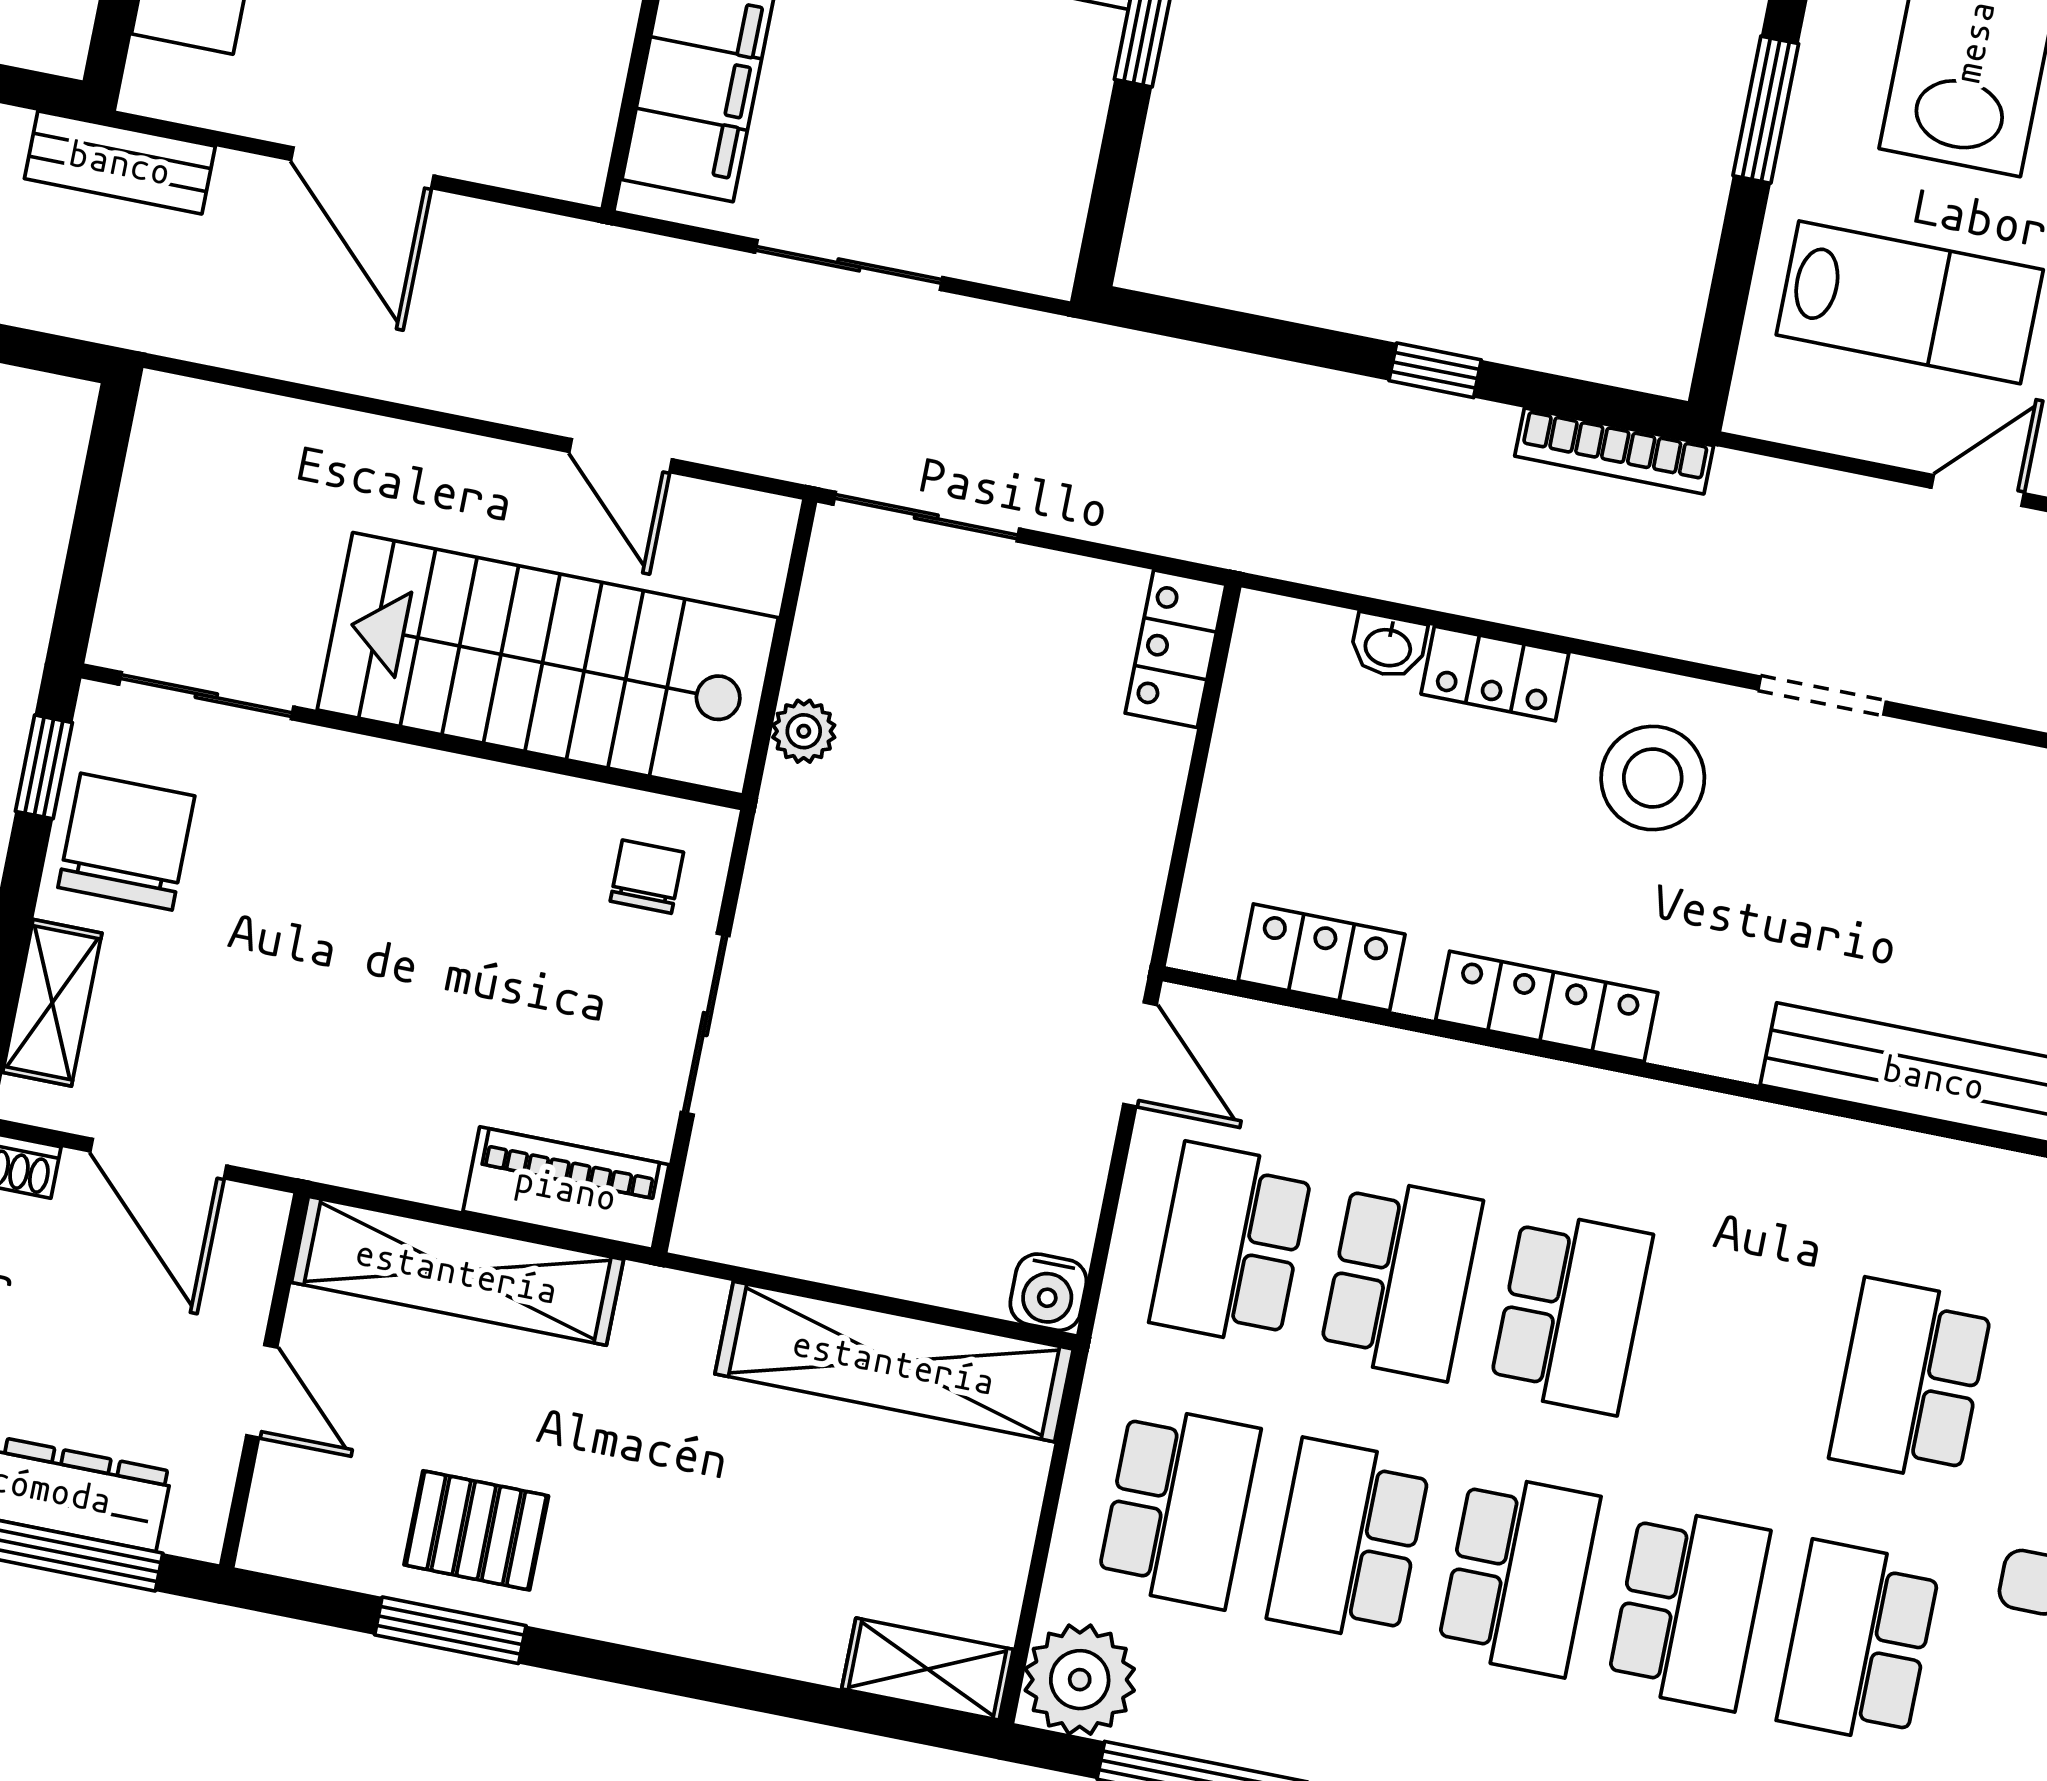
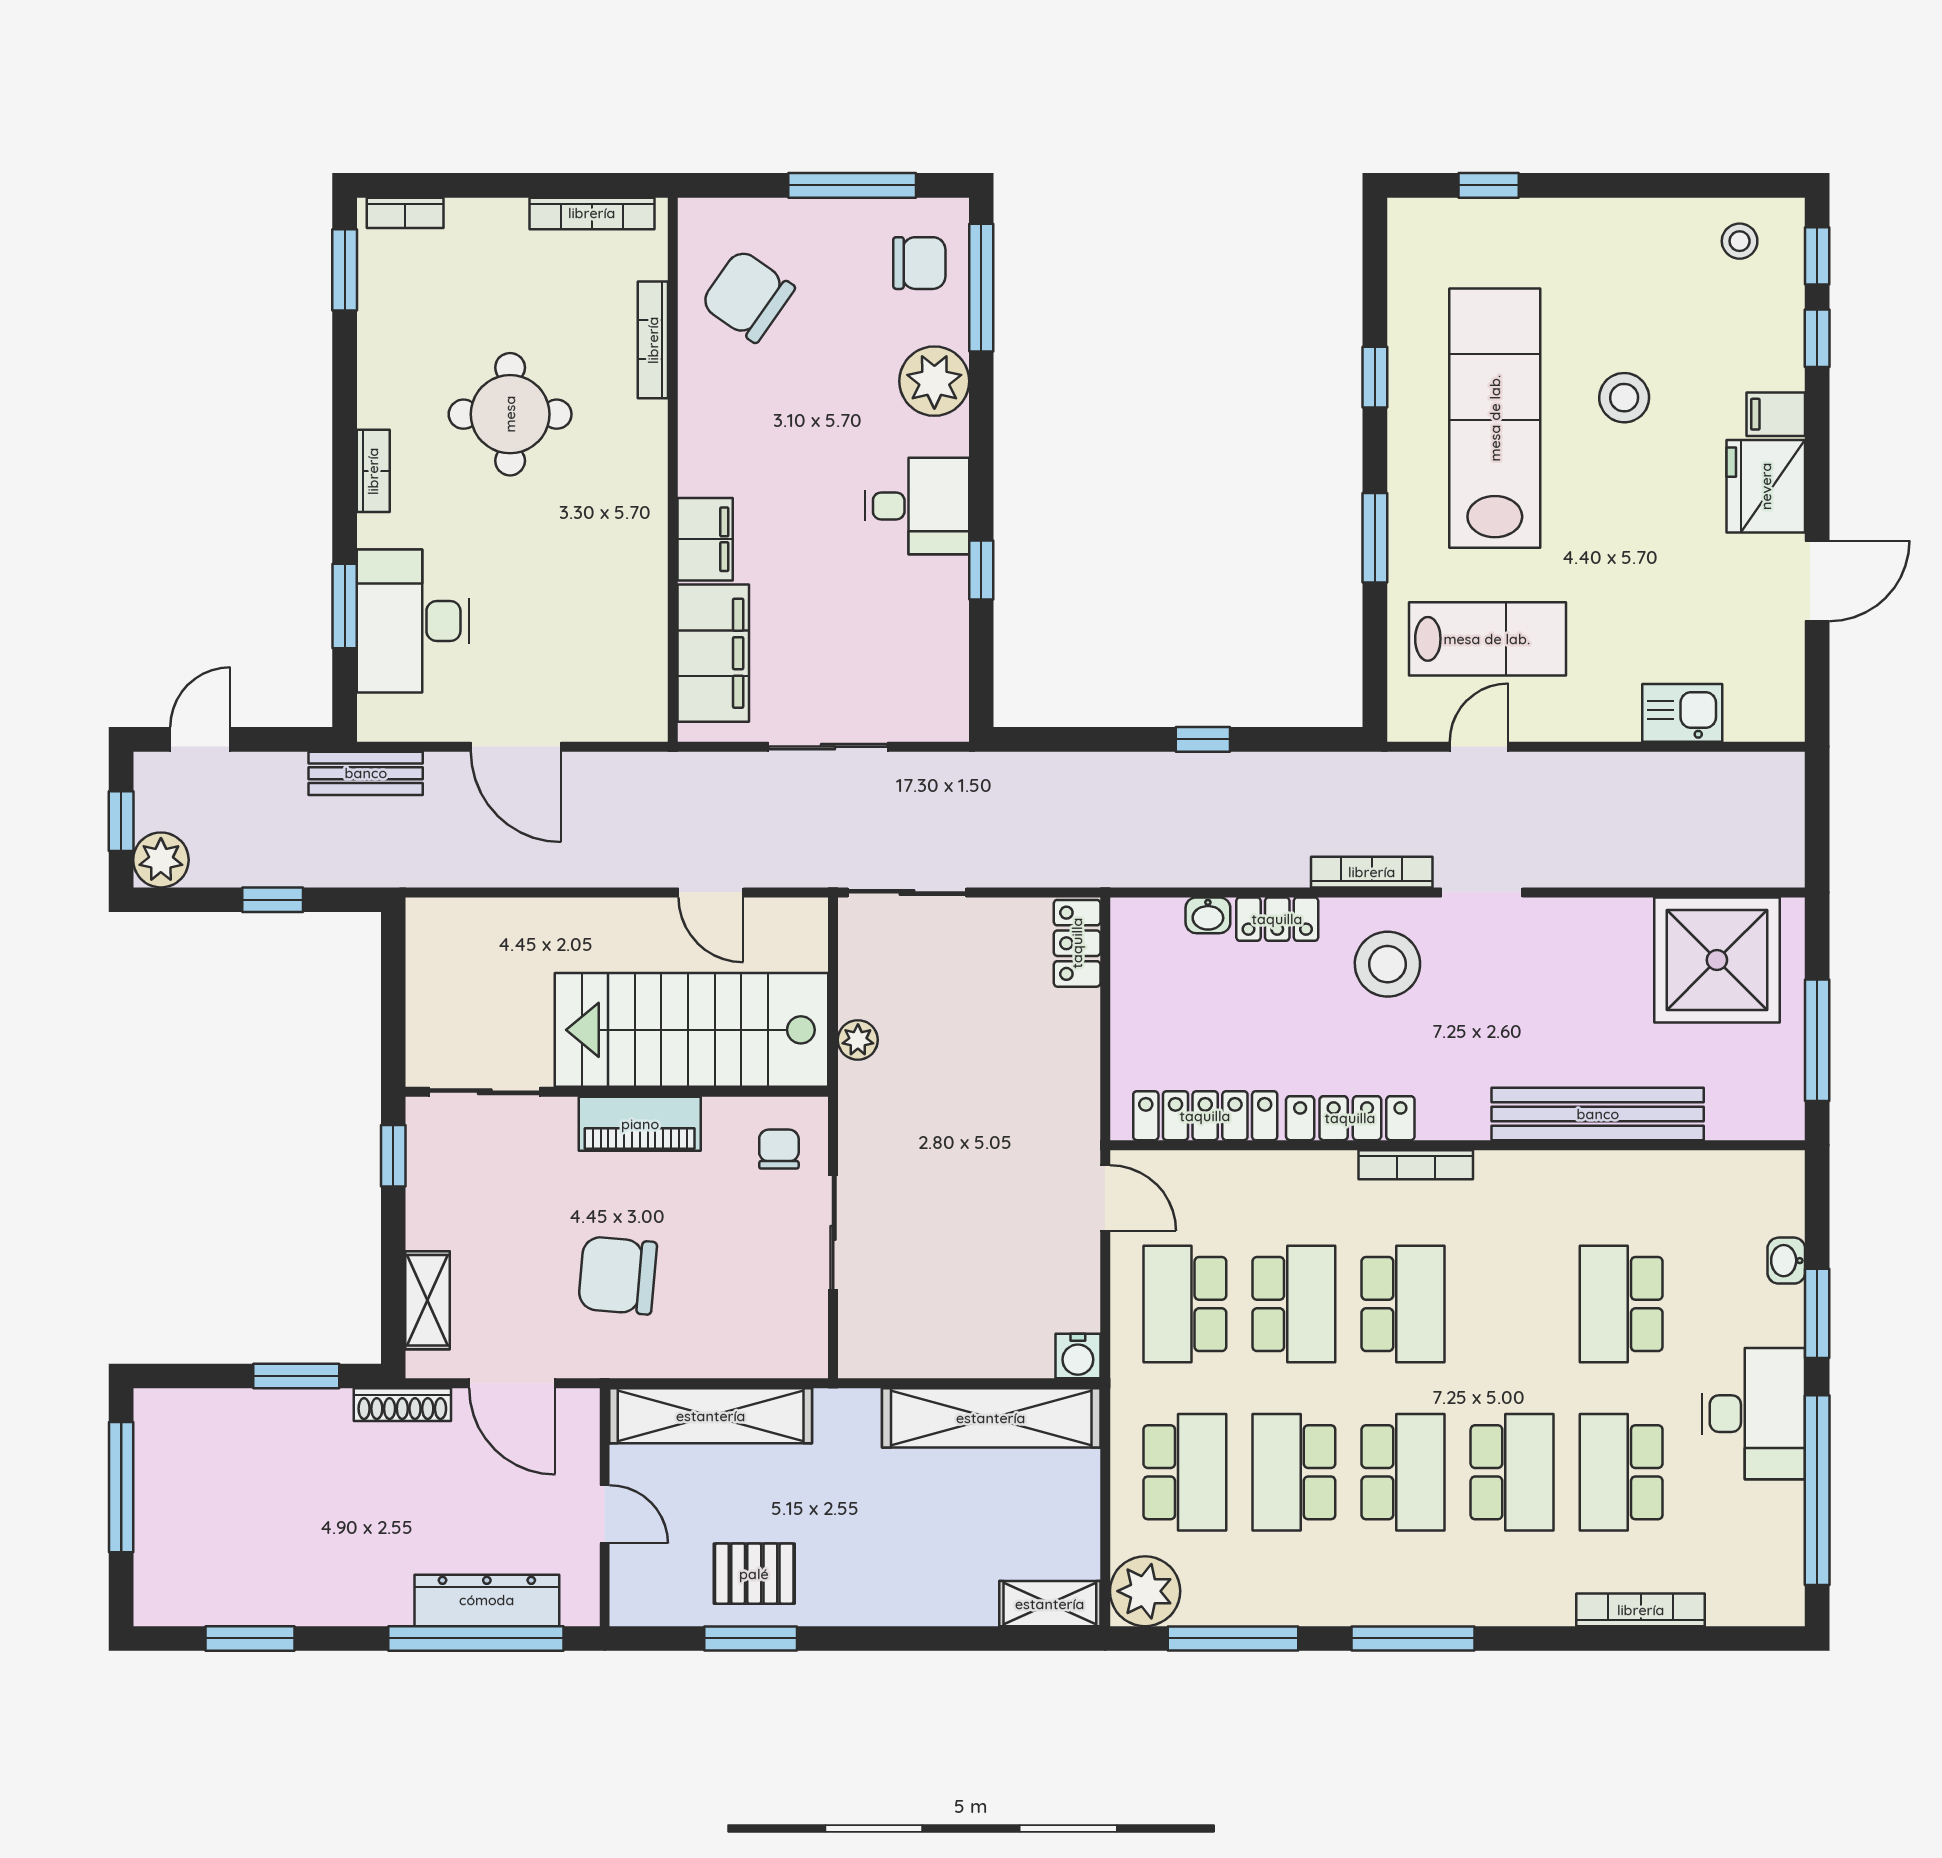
bookcase: (1614, 451) -> (1372, 872), moved, turned 180
door: (1978, 491) -> (1479, 747), moved
chair: (126, 842) -> (618, 1275), moved, turned -85
locker: (1322, 957) -> (1205, 1116), width x1.53
bookcase: (1634, 1099) -> (1416, 1165), added
piano: (566, 1188) -> (640, 1124), moved, turned 180

